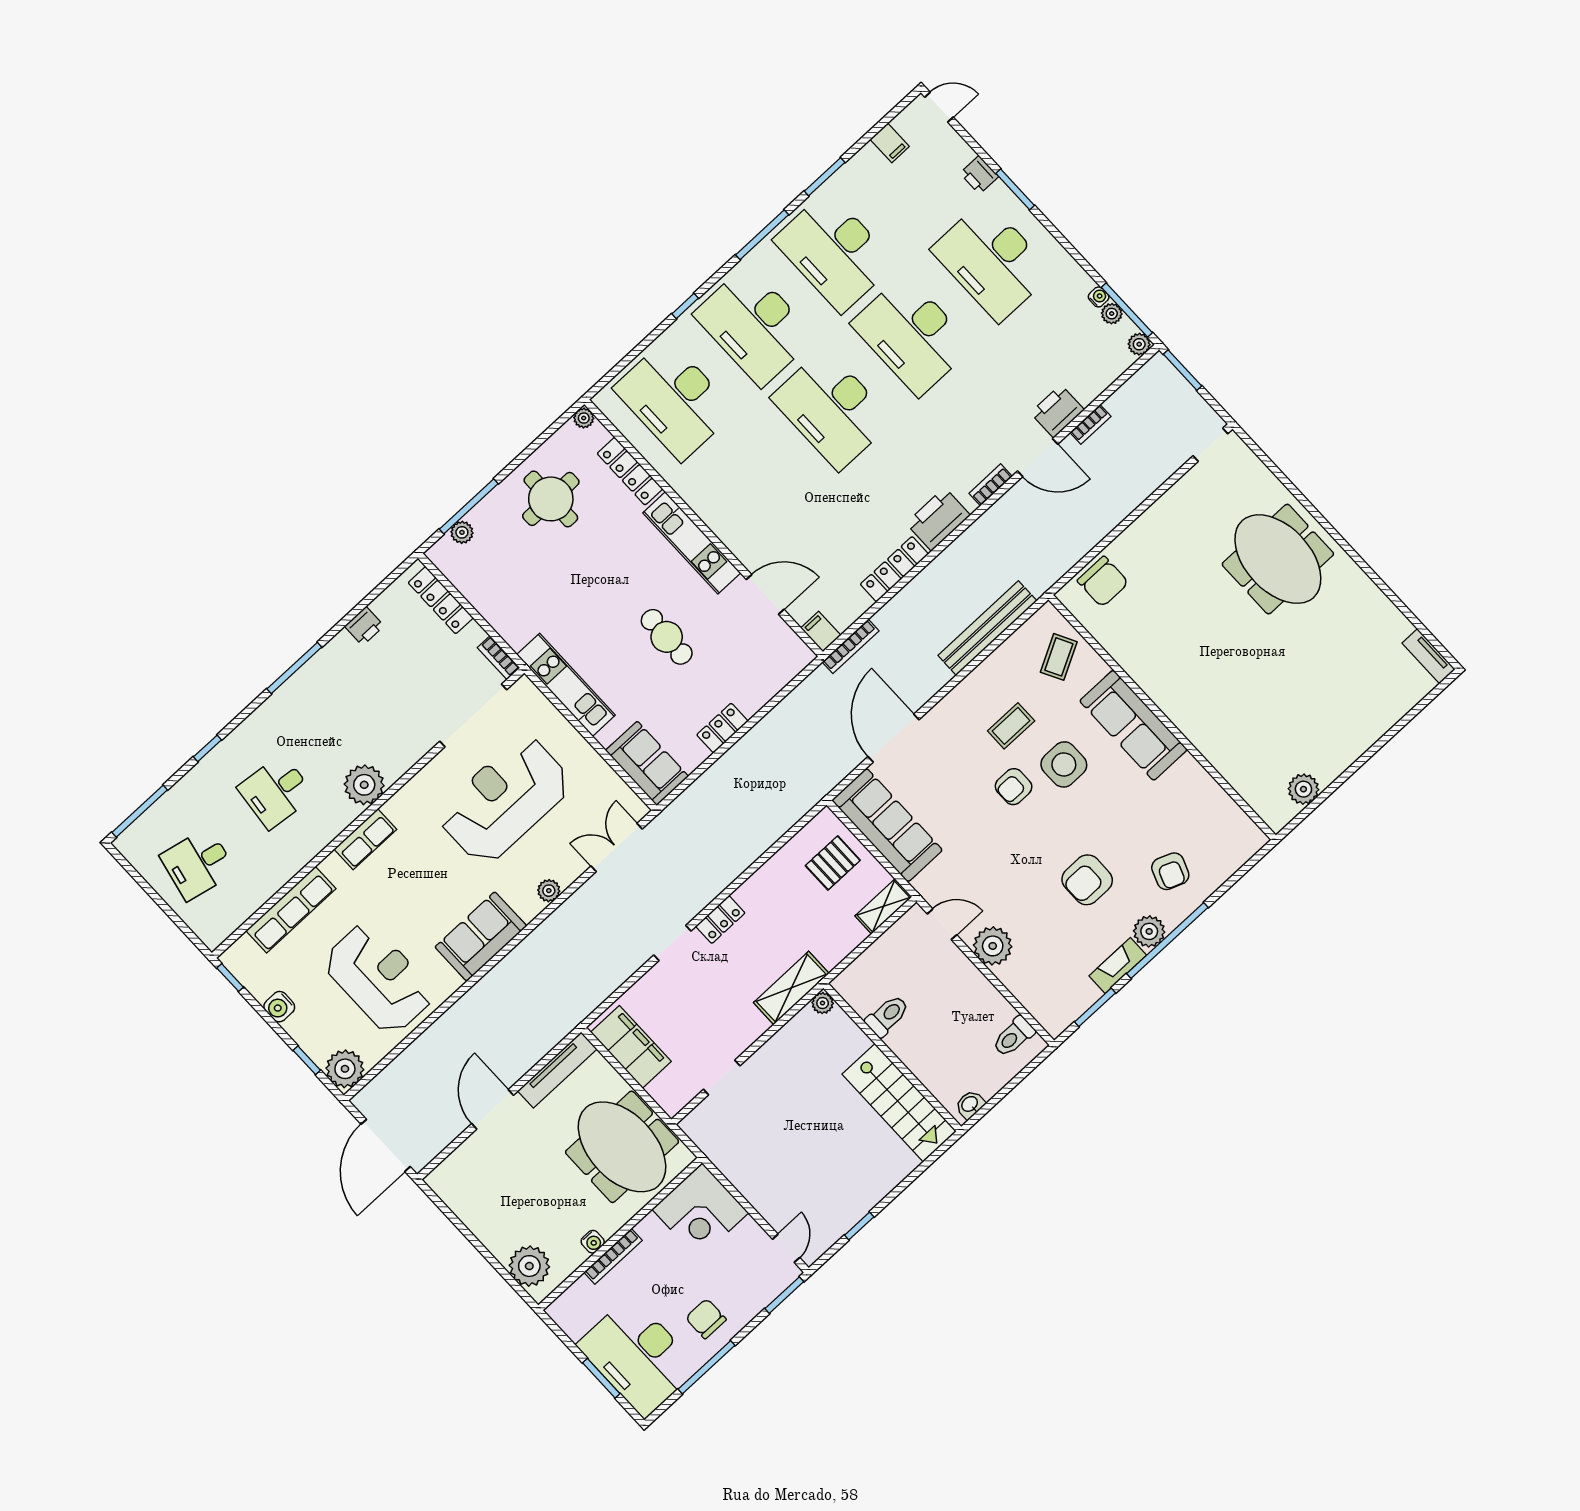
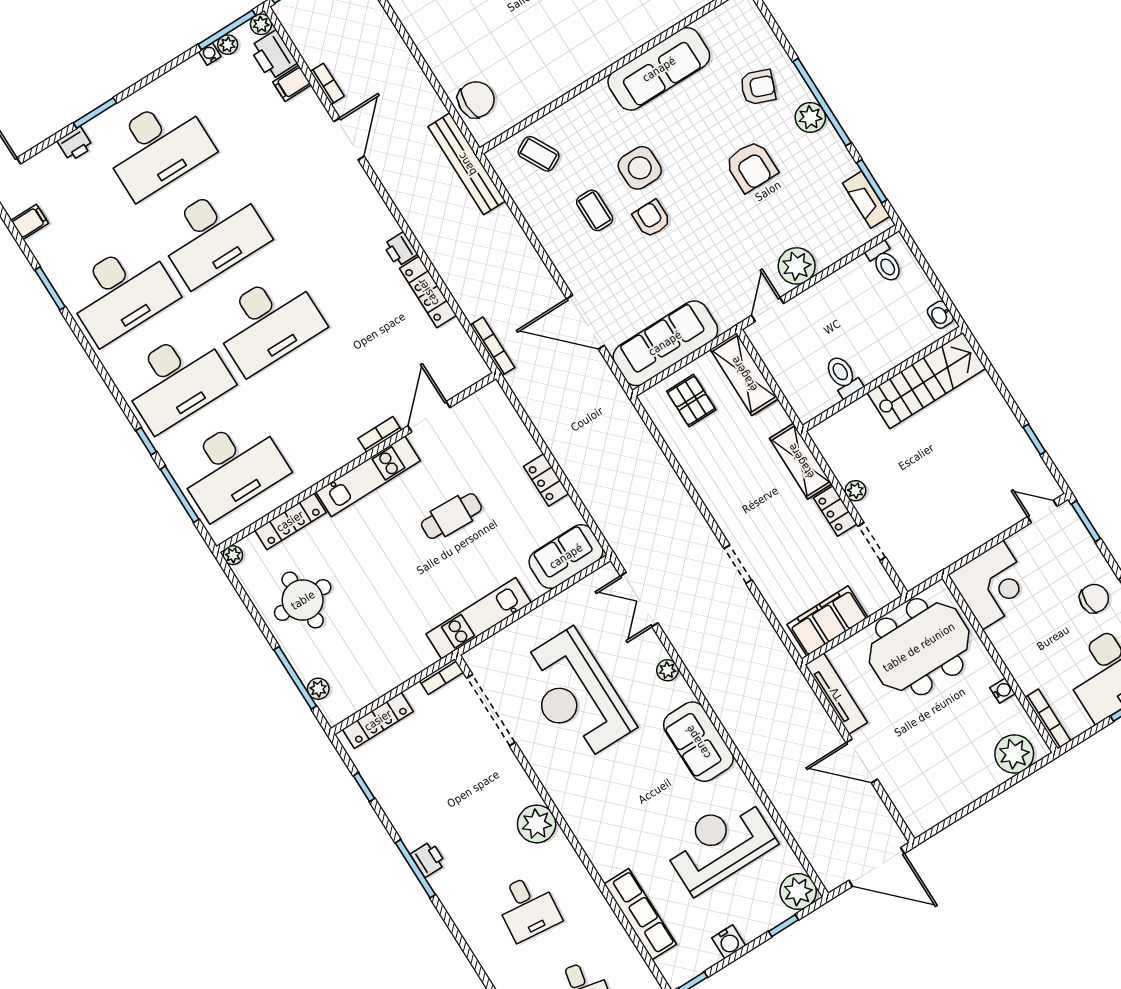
window: (762, 235) -> (180, 494), moved
printer: (1057, 411) -> (273, 55), moved
bookcase: (991, 485) -> (380, 434), moved, turned 90
printer: (938, 519) -> (400, 249), width x0.53, depth x0.68
printer: (364, 626) -> (428, 859), moved
bench: (987, 628) -> (467, 164), moved
filing cabinet: (821, 632) -> (292, 83), moved
sofa: (1133, 725) -> (659, 69), moved
window: (207, 748) -> (364, 787), moved
armchair: (1014, 787) -> (652, 219), turned 180
row of seats: (365, 839) -> (588, 832), removed
shelving: (883, 906) -> (744, 374), width x1.50, depth x1.33
locker: (720, 920) -> (835, 511), moved, turned 180
fireplace: (1118, 966) -> (866, 200), moved
plant: (823, 1003) -> (855, 491), moved
bookcase: (613, 1256) -> (1048, 719), moved
chair: (706, 1319) -> (1094, 598), turned 180

